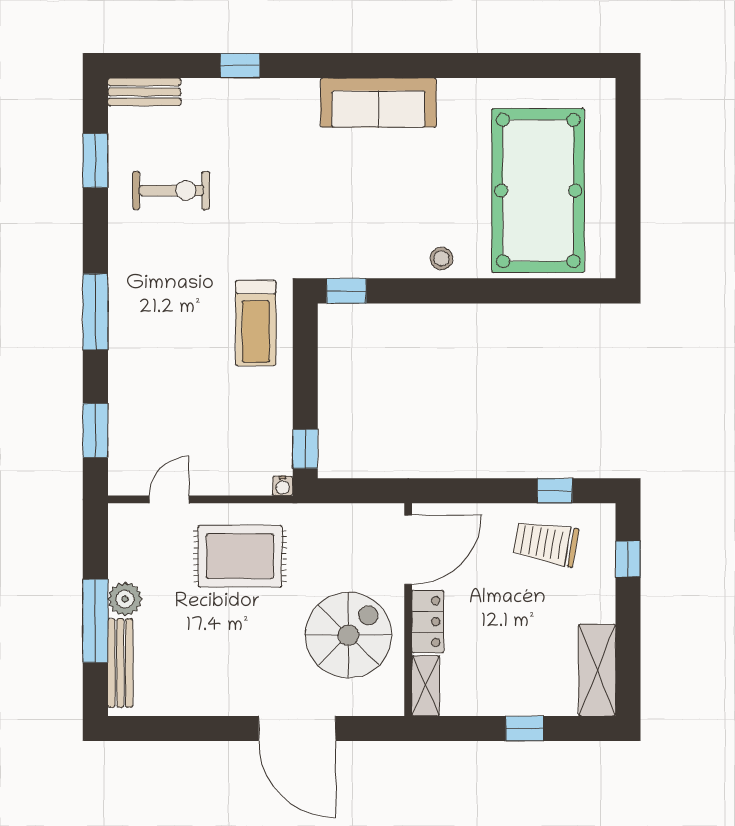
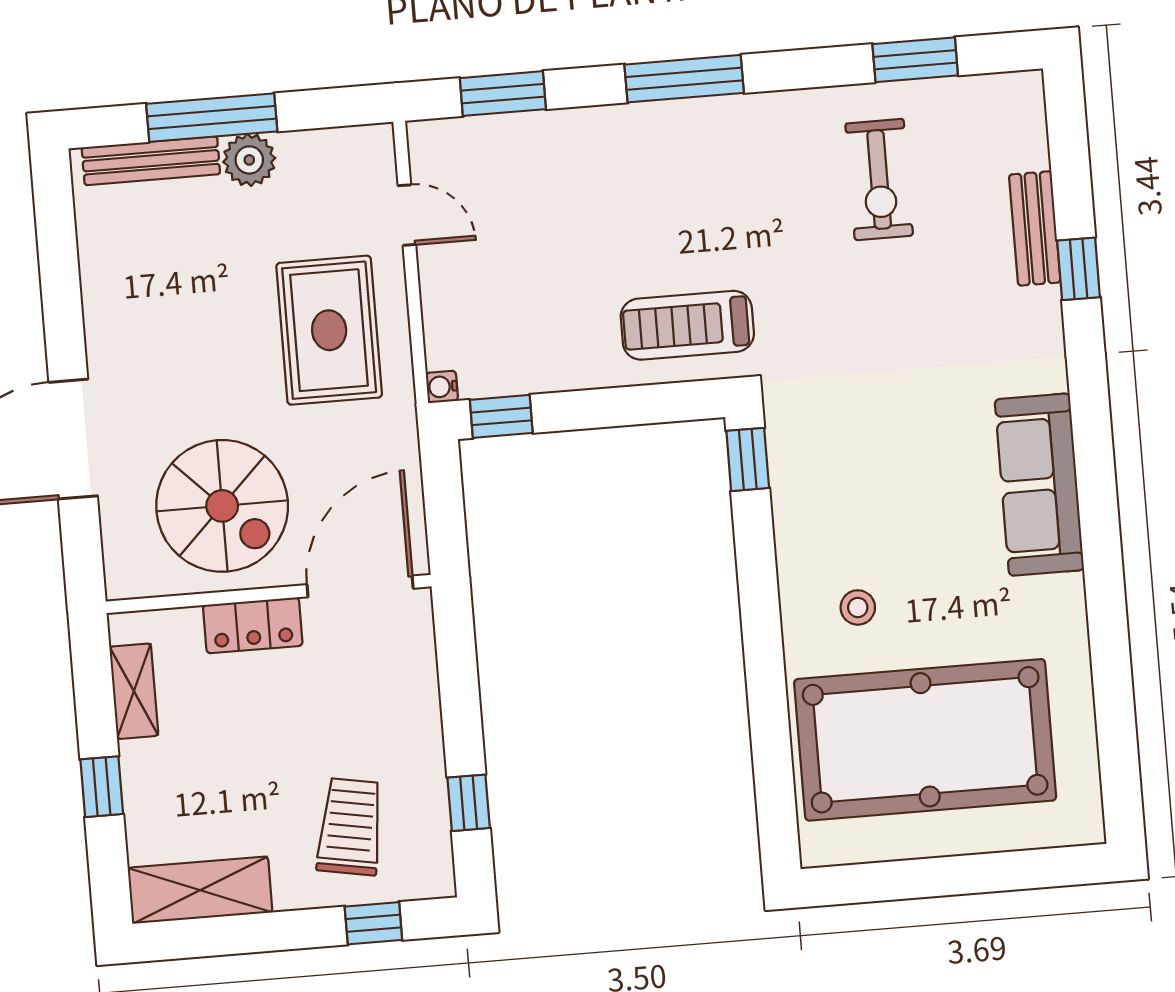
bench: (144, 92) -> (1035, 228), moved
stool: (442, 258) -> (858, 607), moved
trolley: (546, 543) -> (350, 827), moved
door: (408, 550) -> (360, 586), swing flipped
shelving: (426, 686) -> (134, 691), moved, turned 90

